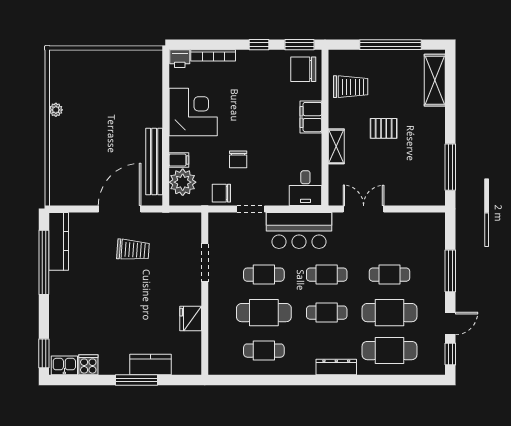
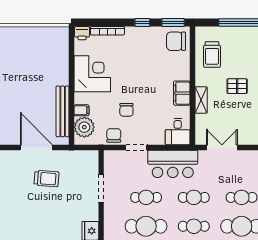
trolley: (351, 87) -> (212, 54), turned 90
filing cabinet: (311, 117) -> (182, 93), moved
chair: (221, 193) -> (114, 135), turned 90
door: (120, 209) -> (36, 147), hinge flipped

